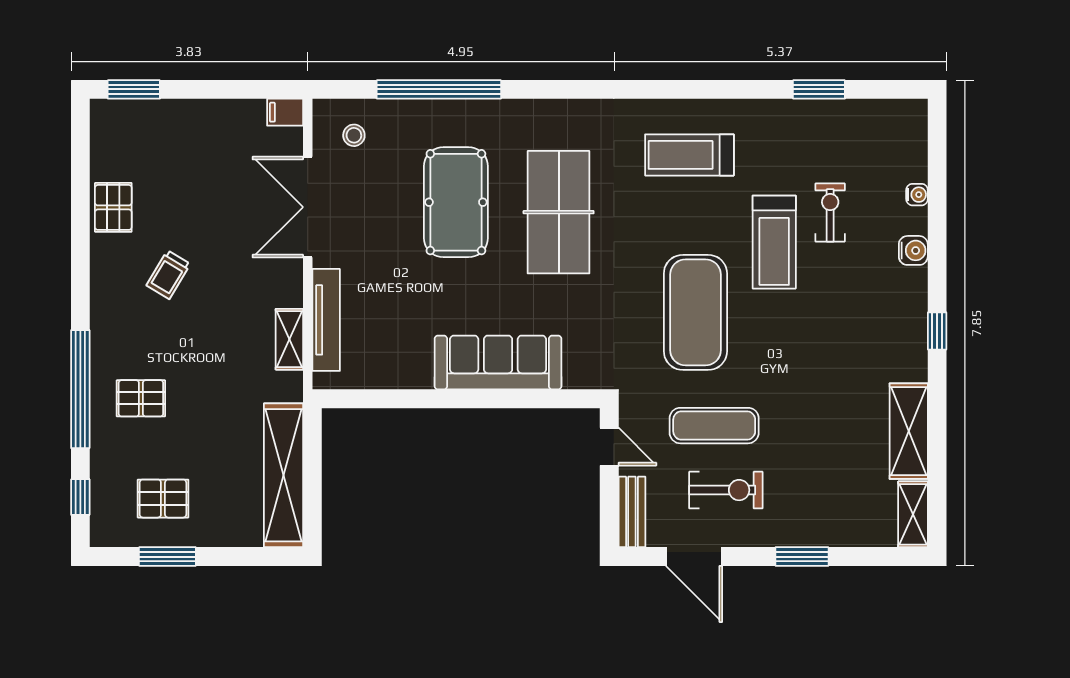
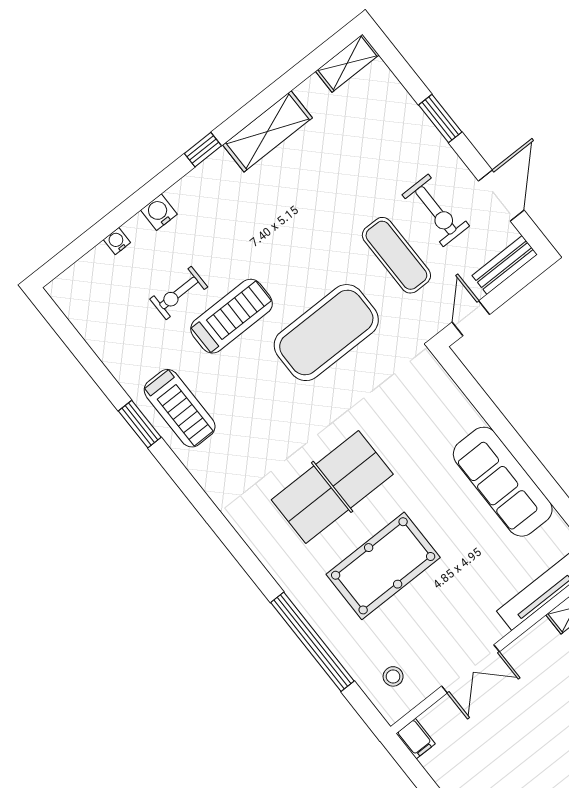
window: (819, 89) -> (140, 424), moved
treadmill: (689, 155) -> (180, 408), moved
double door: (308, 207) -> (470, 669), width x0.73
sofa: (498, 363) -> (503, 482), moved
shelving: (909, 431) -> (268, 131), moved
exercise bike: (726, 490) -> (436, 210), turned 180

